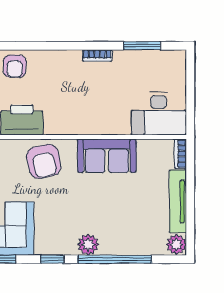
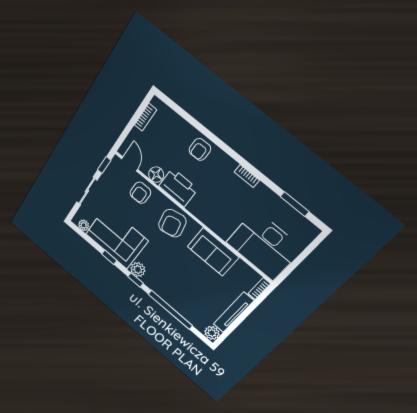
bookcase: (97, 56) -> (247, 176), moved
desk: (159, 114) -> (264, 246), width x1.36, depth x1.30
plant: (88, 245) -> (138, 269), moved

